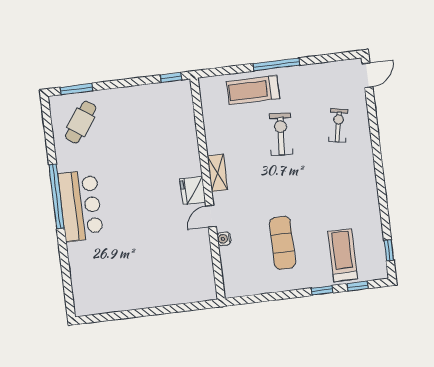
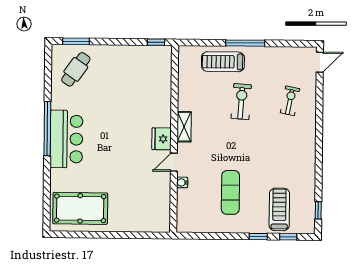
pool table: (108, 285) -> (80, 208), added

